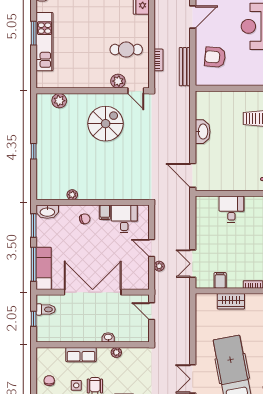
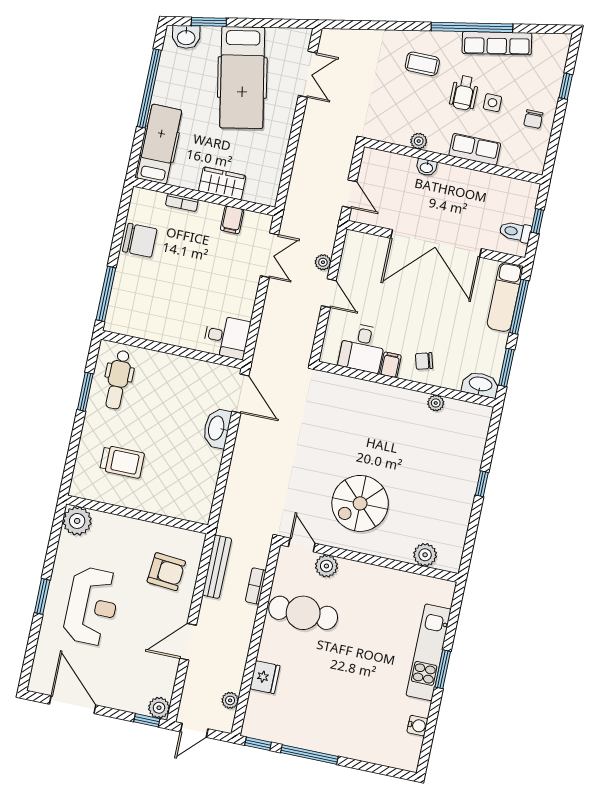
cafe table: (126, 50) -> (303, 613), width x1.37, depth x1.35
washbasin: (203, 132) -> (217, 428), moved
desk: (231, 209) -> (227, 337), moved, turned -90

